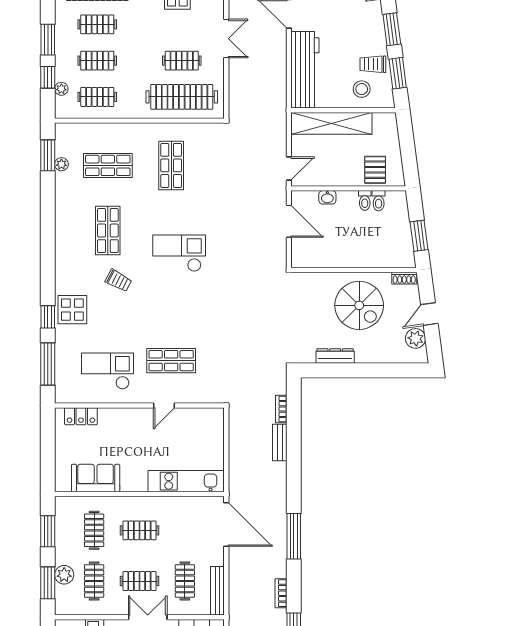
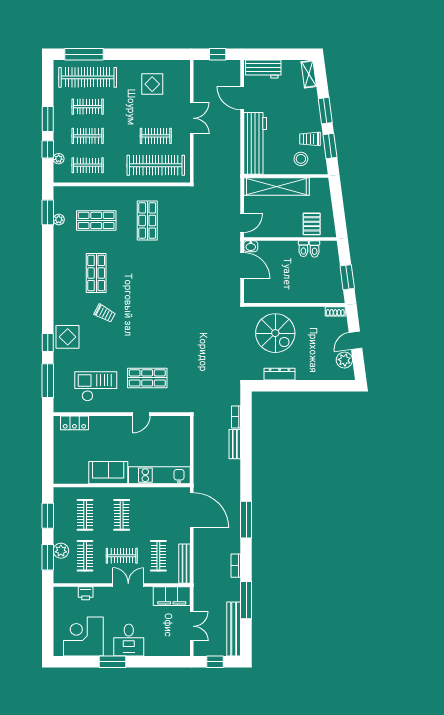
washbasin: (327, 197) -> (251, 246), moved
checkout: (179, 253) -> (154, 291), removed
spiral stairs: (359, 305) -> (275, 333), moved
sofa: (96, 478) -> (108, 473), moved
clothes rail: (139, 530) -> (122, 515), turned 90

